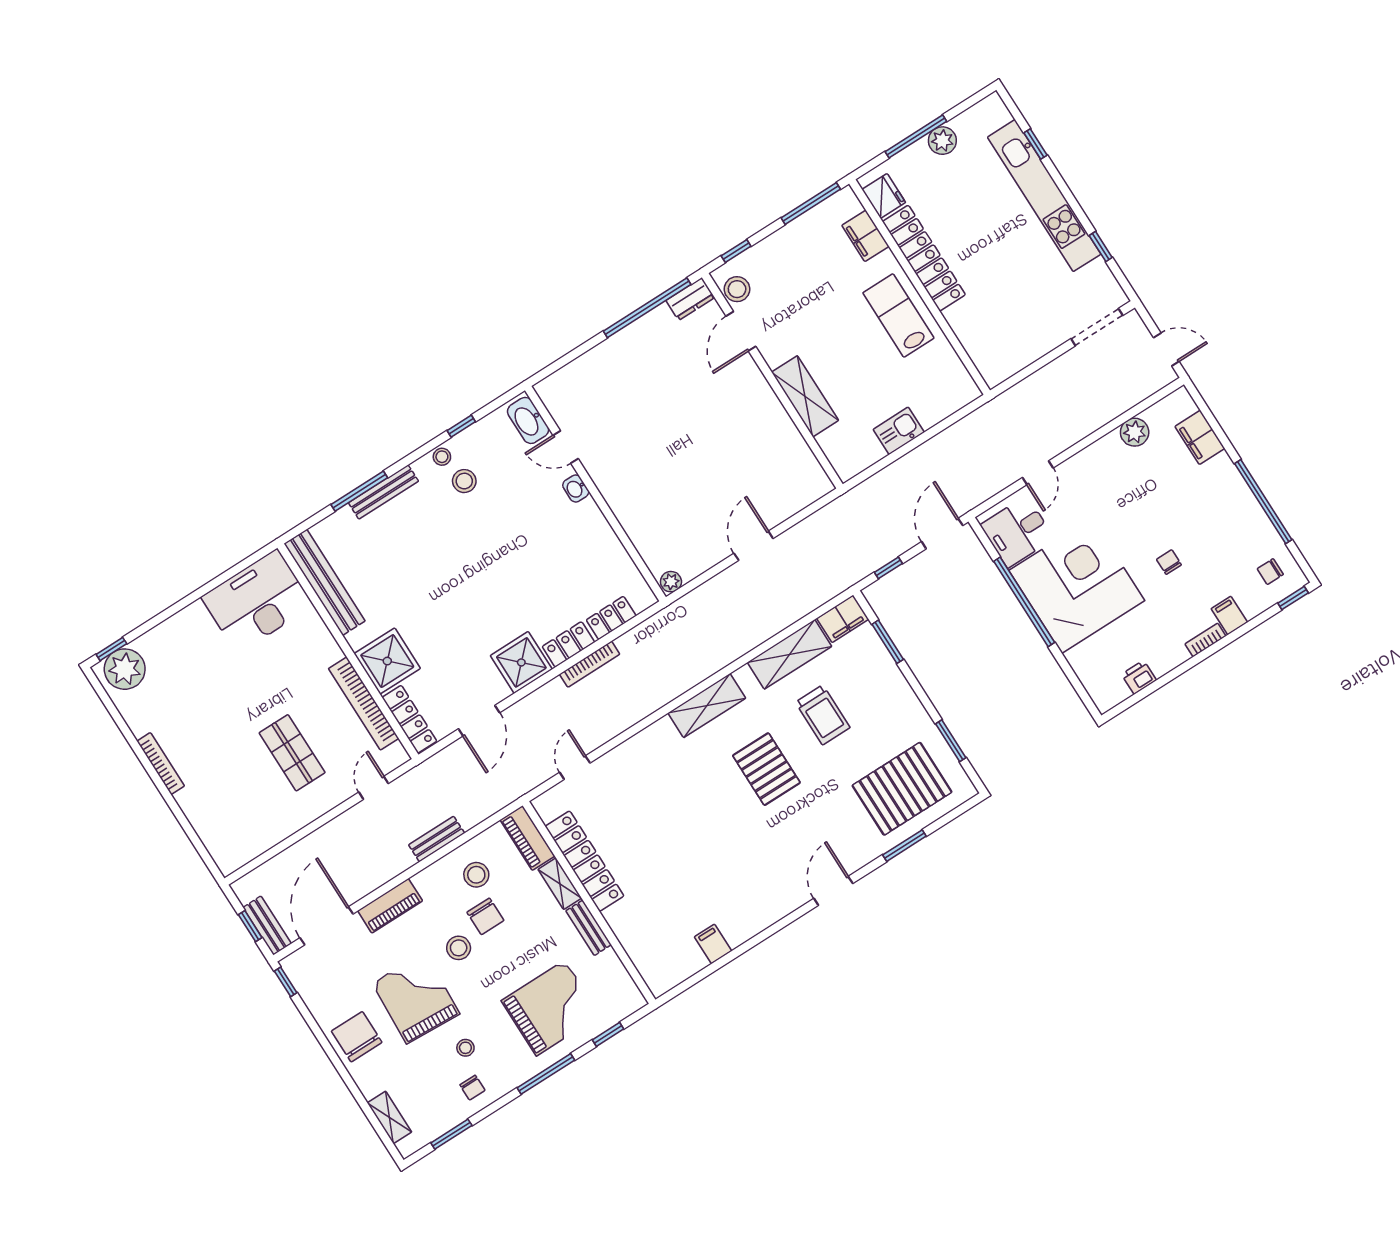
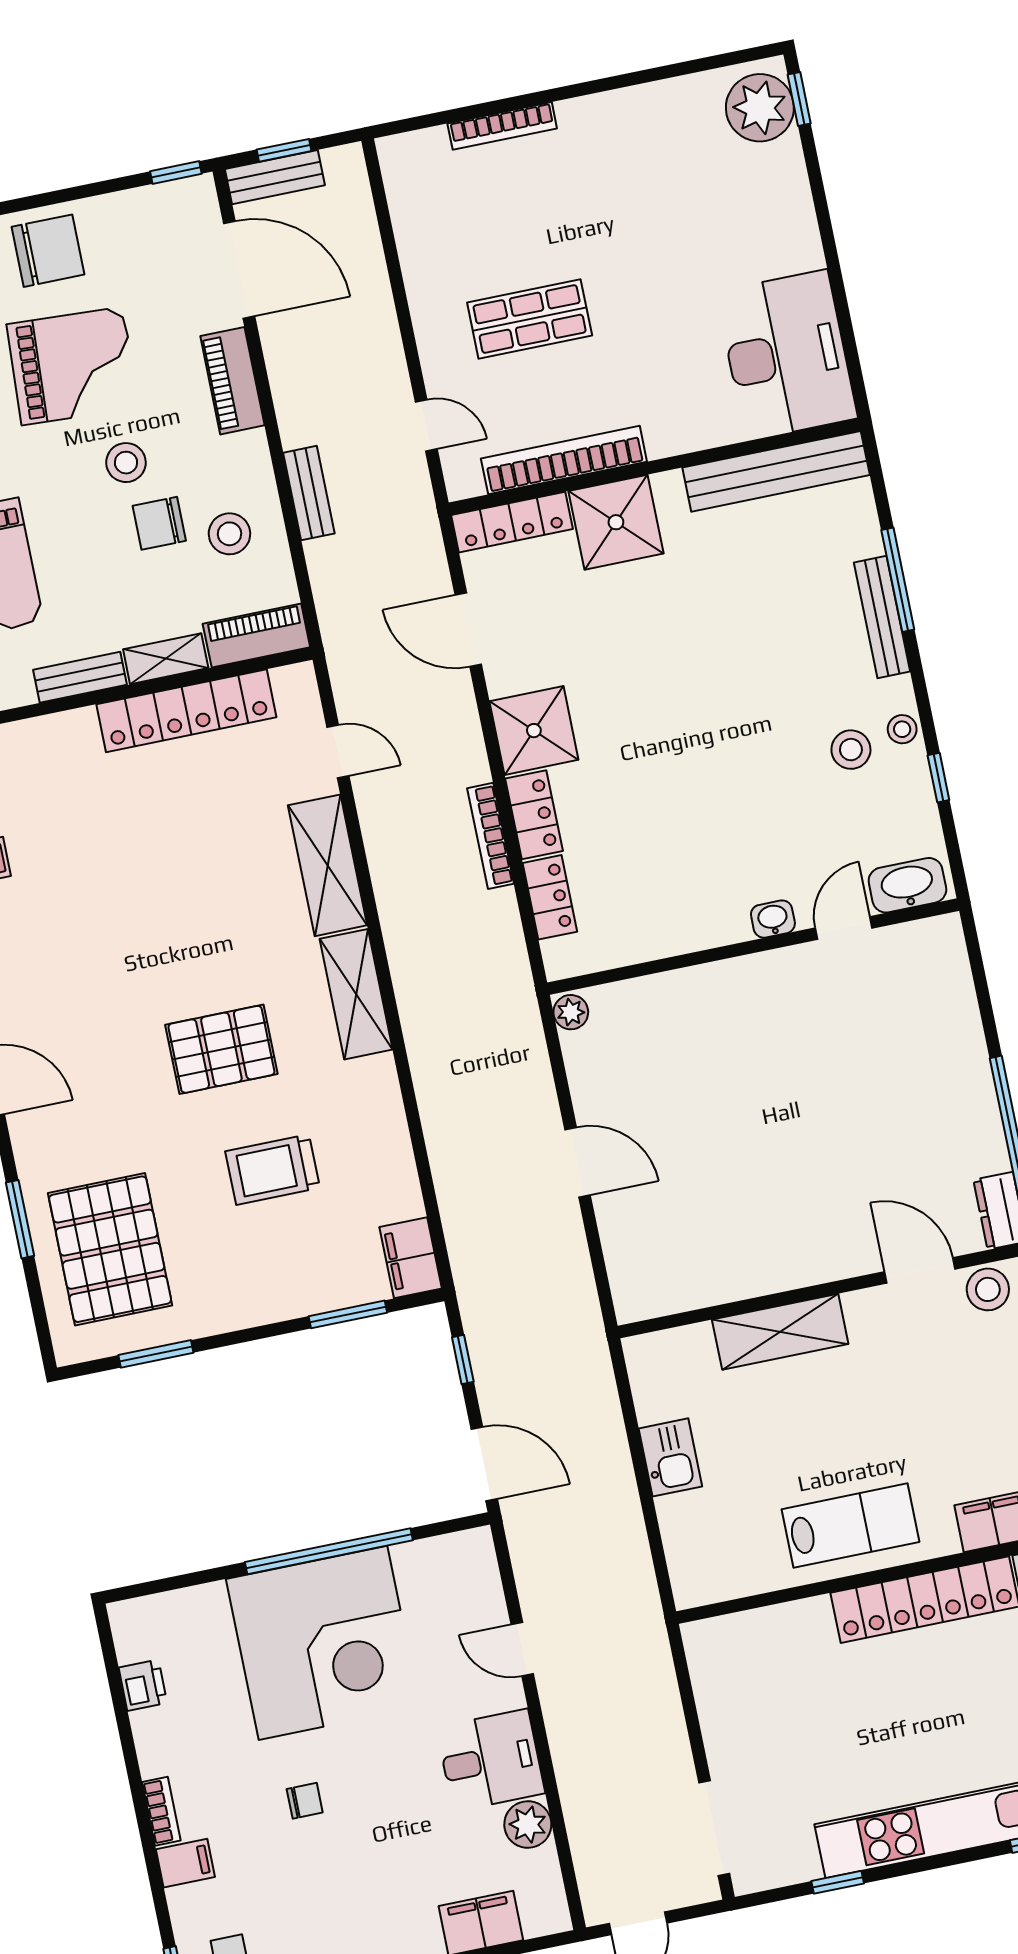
desk: (1017, 532) -> (491, 1760), moved, turned 90
shelving: (790, 654) -> (328, 865), moved
bookcase: (161, 764) -> (502, 126), moved

